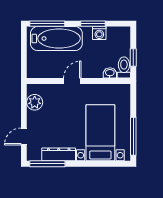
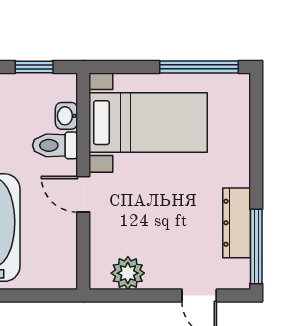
toilet: (124, 68) -> (55, 145), moved
bed with nightstands: (100, 133) -> (148, 123), moved, turned 180

